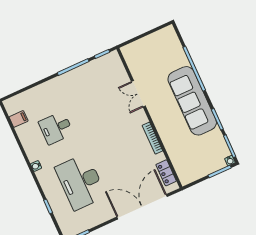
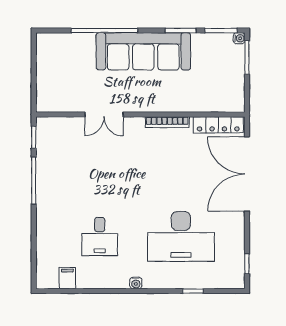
locker: (166, 173) -> (218, 125), width x1.53

